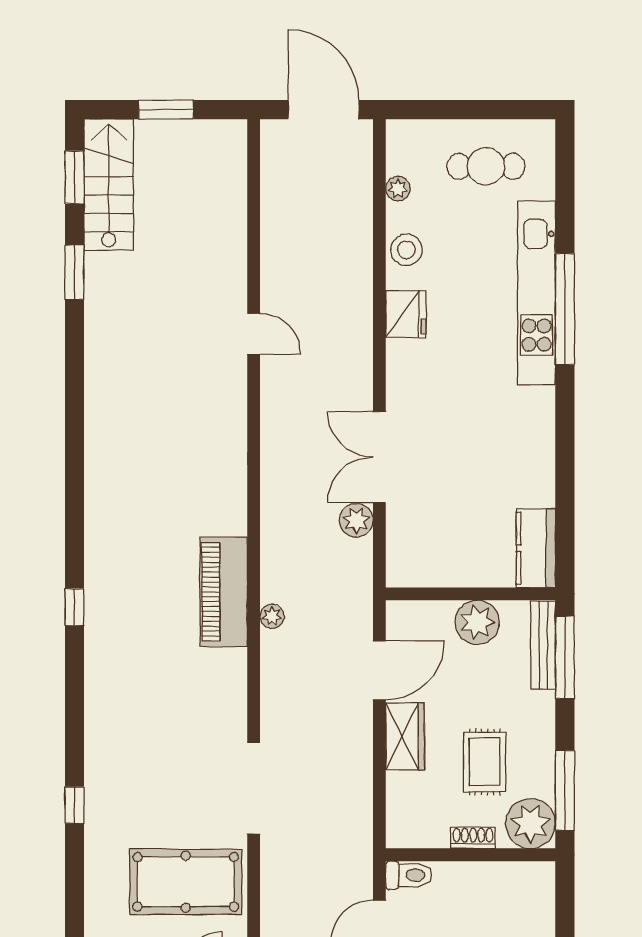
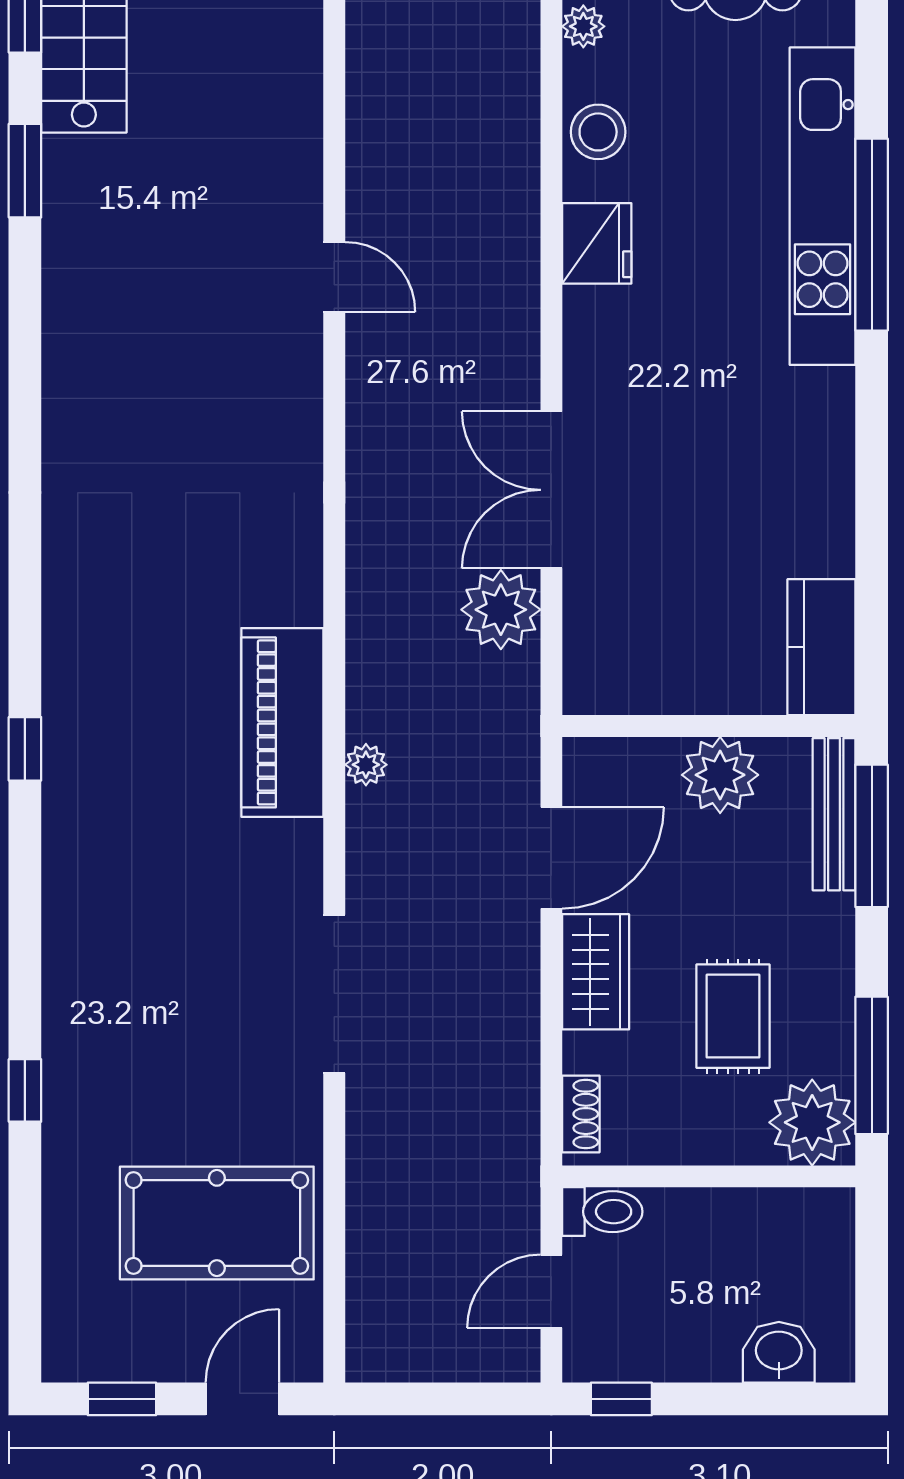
plant: (356, 520) -> (501, 610), width x1.36, depth x1.36
doorway: (254, 788) -> (334, 994), moved
shoe rack: (473, 838) -> (581, 1114), moved, turned 90

